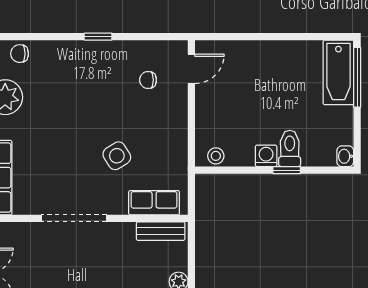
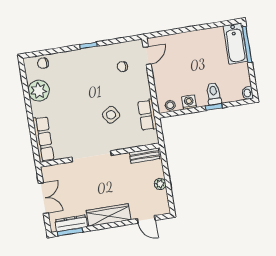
washing machine: (266, 156) -> (189, 102), moved
row of seats: (154, 203) -> (147, 115), moved, turned -90

